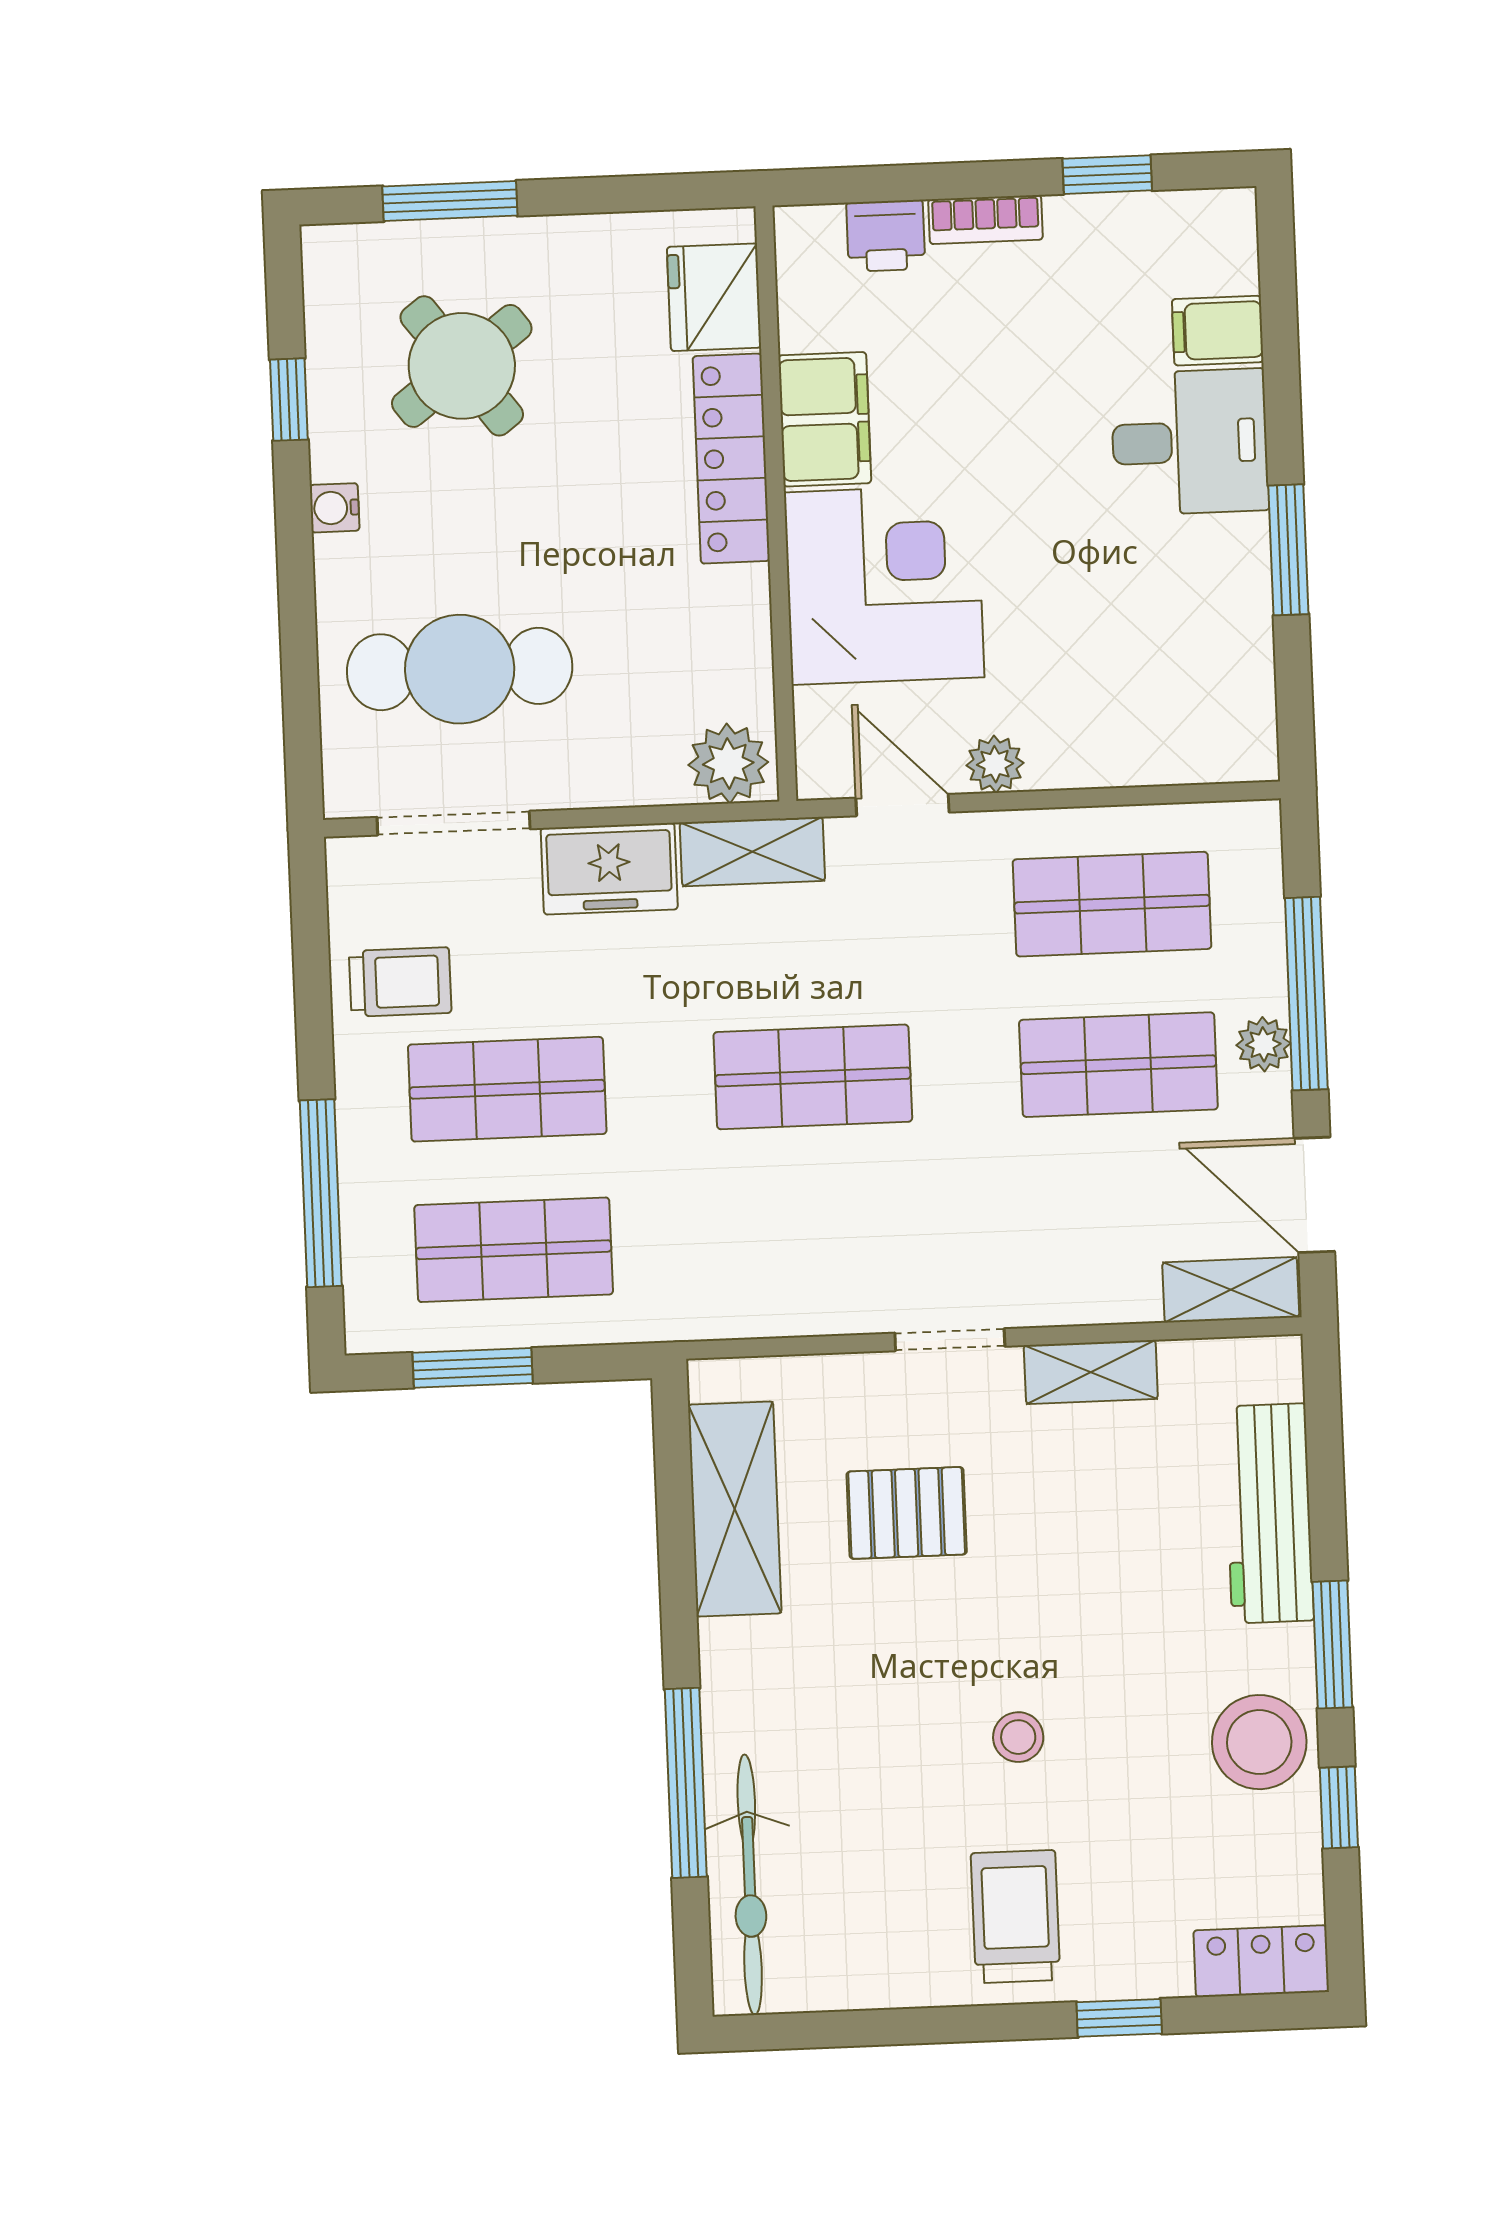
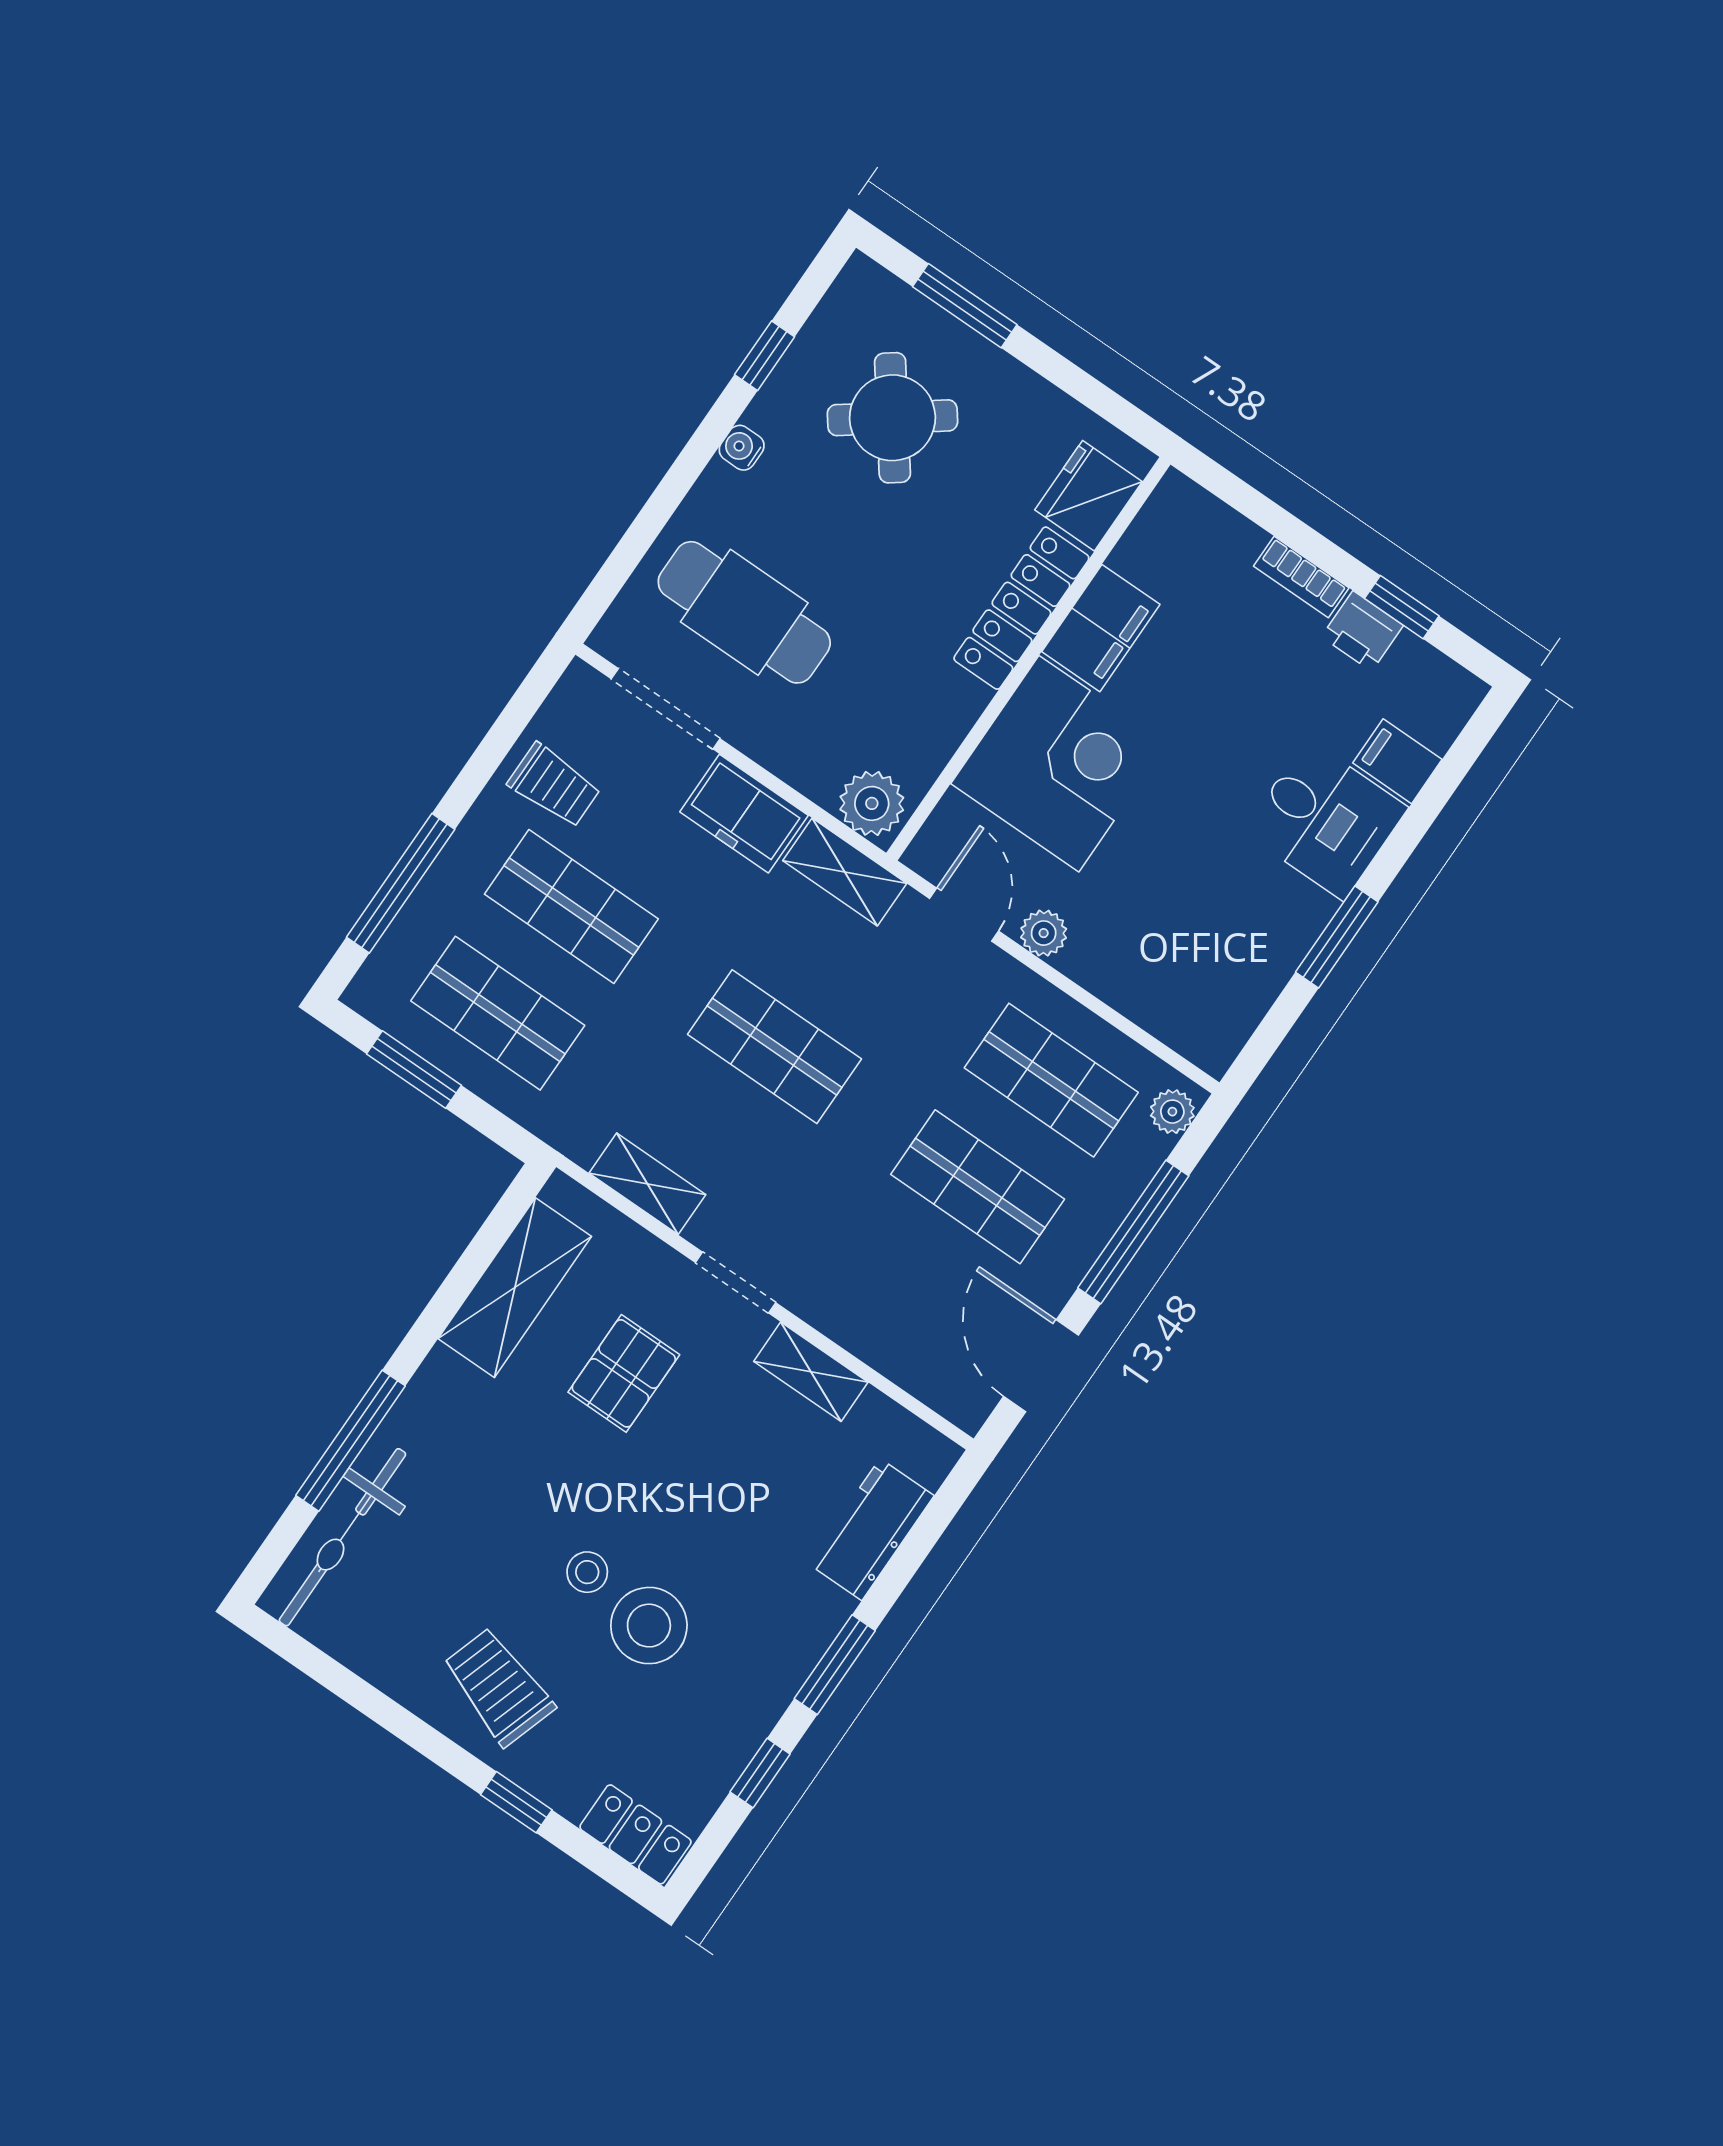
printer: (886, 236) -> (1362, 631), moved
plant: (1263, 1044) -> (1172, 1112), moved
shelving: (1231, 1290) -> (647, 1184), moved
pallet: (907, 1513) -> (624, 1373), turned 90
workbench: (1269, 1513) -> (871, 1529), width x0.73
stool: (1259, 1742) -> (649, 1626), moved
trolley: (1016, 1917) -> (499, 1687), turned -72

